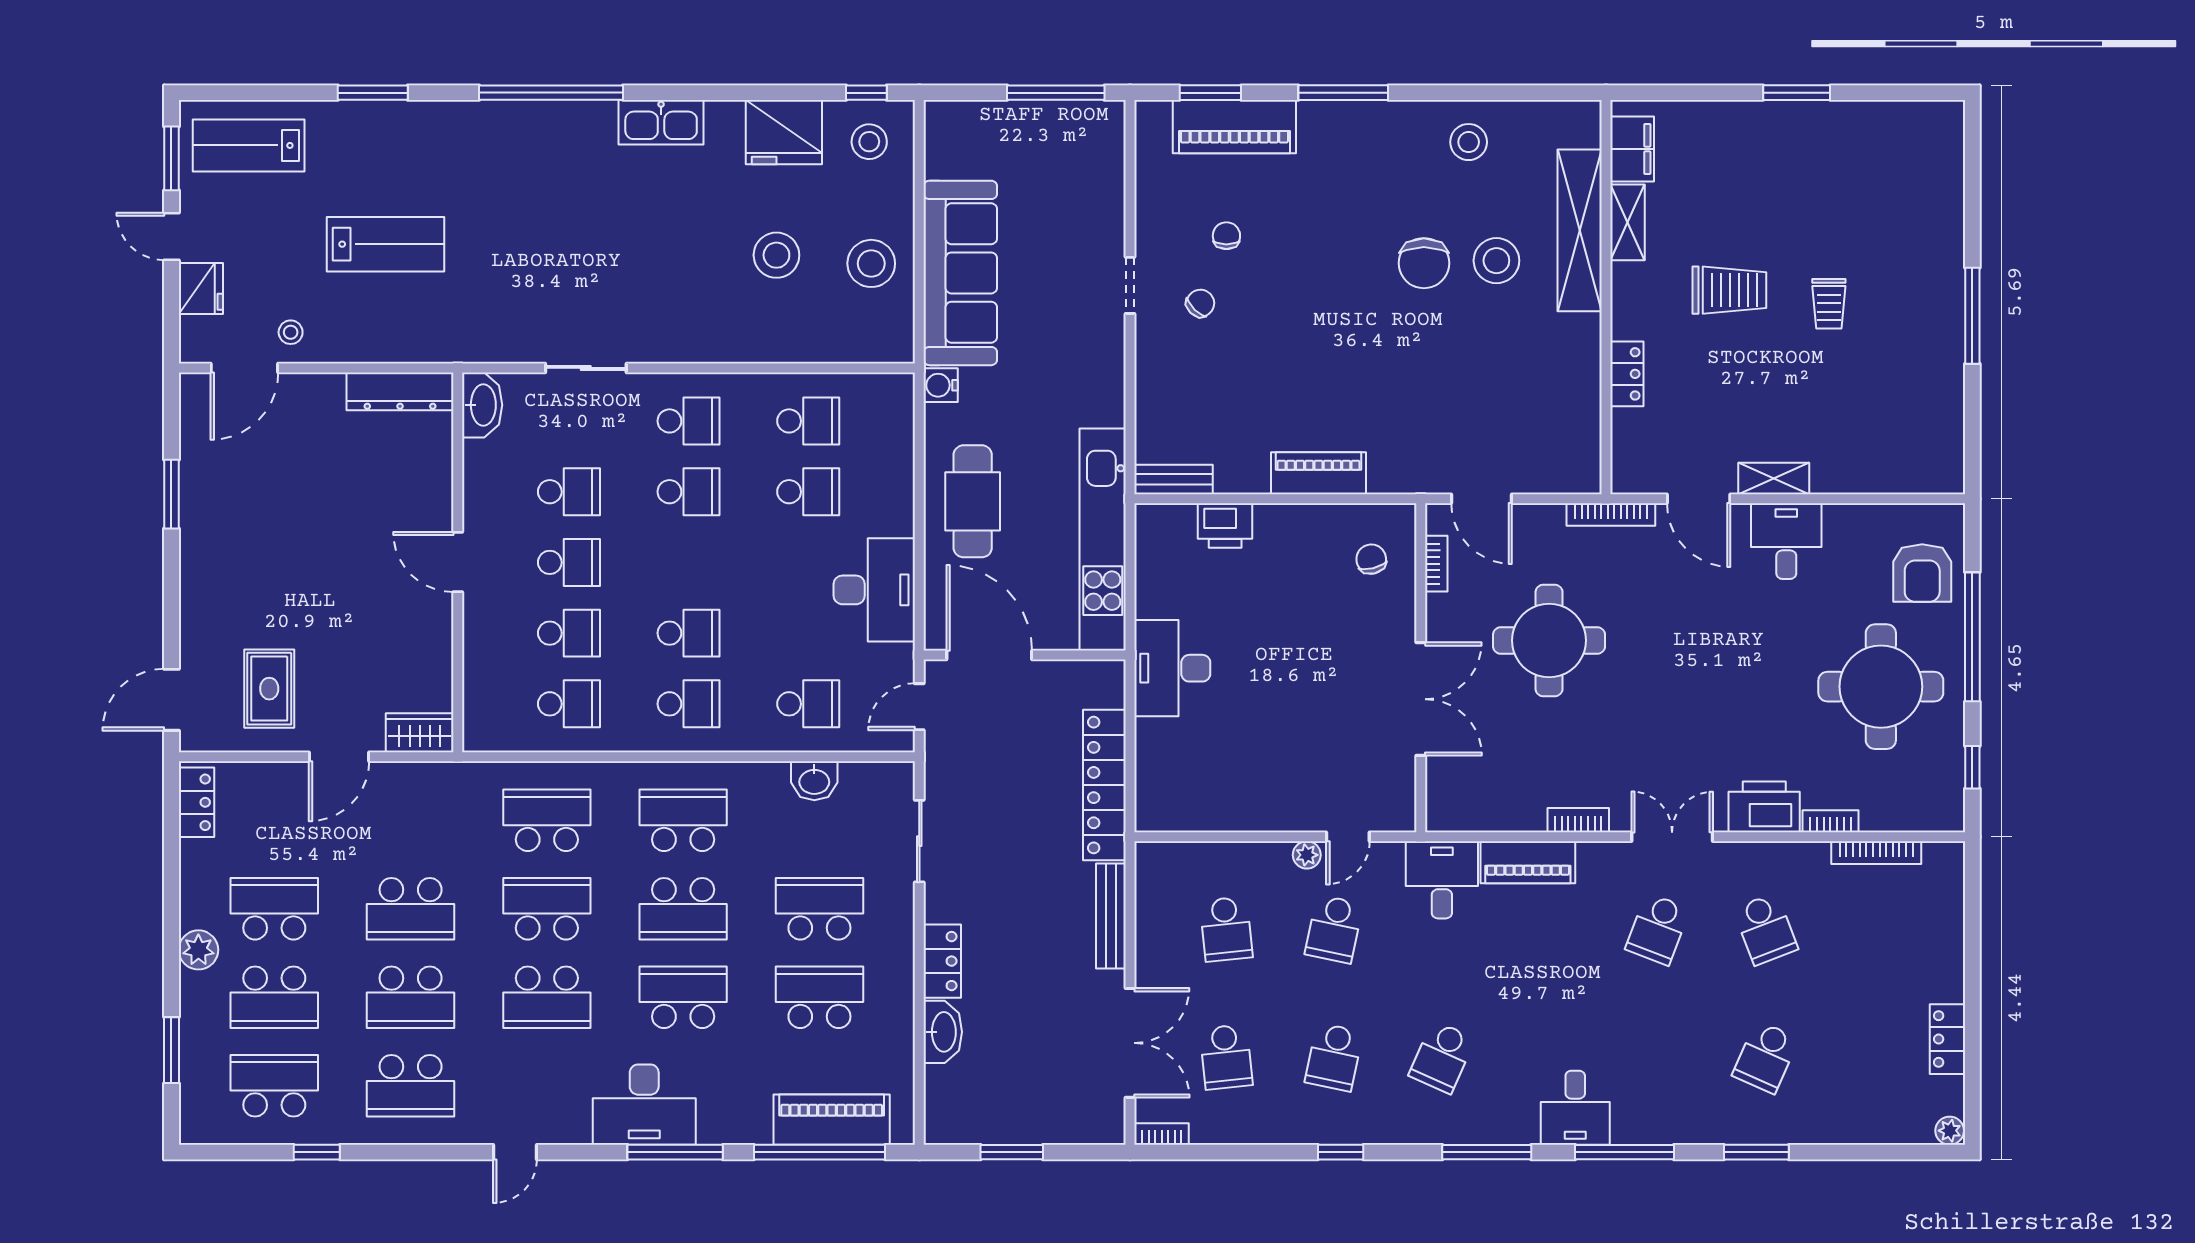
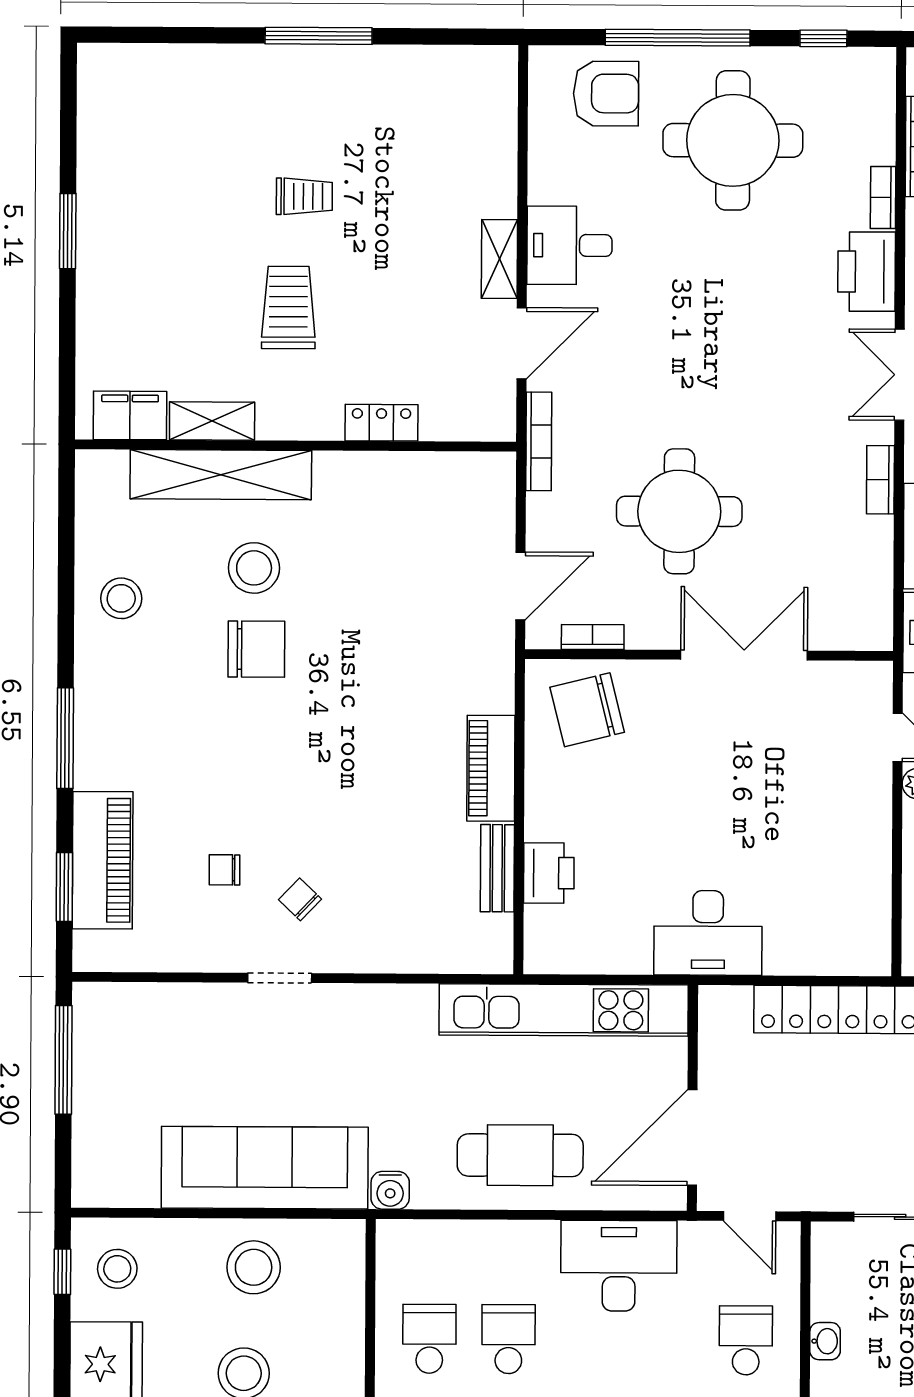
bench: (1174, 480) -> (497, 868), moved
chair: (1371, 559) -> (587, 710), width x1.87, depth x1.87
washbasin: (814, 781) -> (825, 1341), width x0.72, depth x0.69

